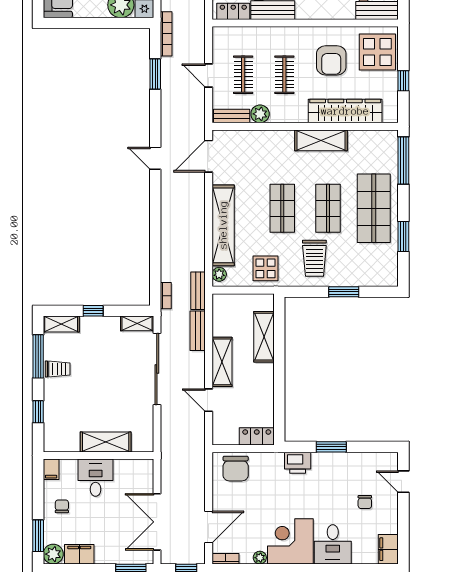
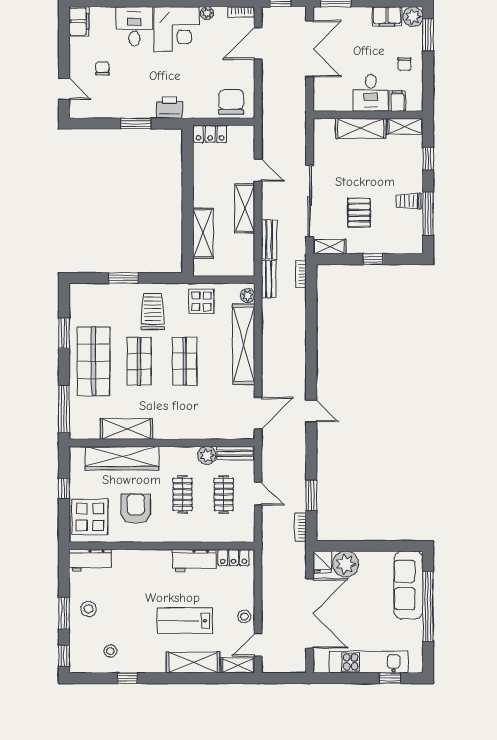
bookcase: (166, 34) -> (300, 527), width x0.64
shelving: (321, 140) -> (126, 429), moved
shelving: (61, 324) -> (405, 126), moved
pallet: (107, 357) -> (359, 213), added
filing cabinet: (51, 469) -> (397, 101), moved

